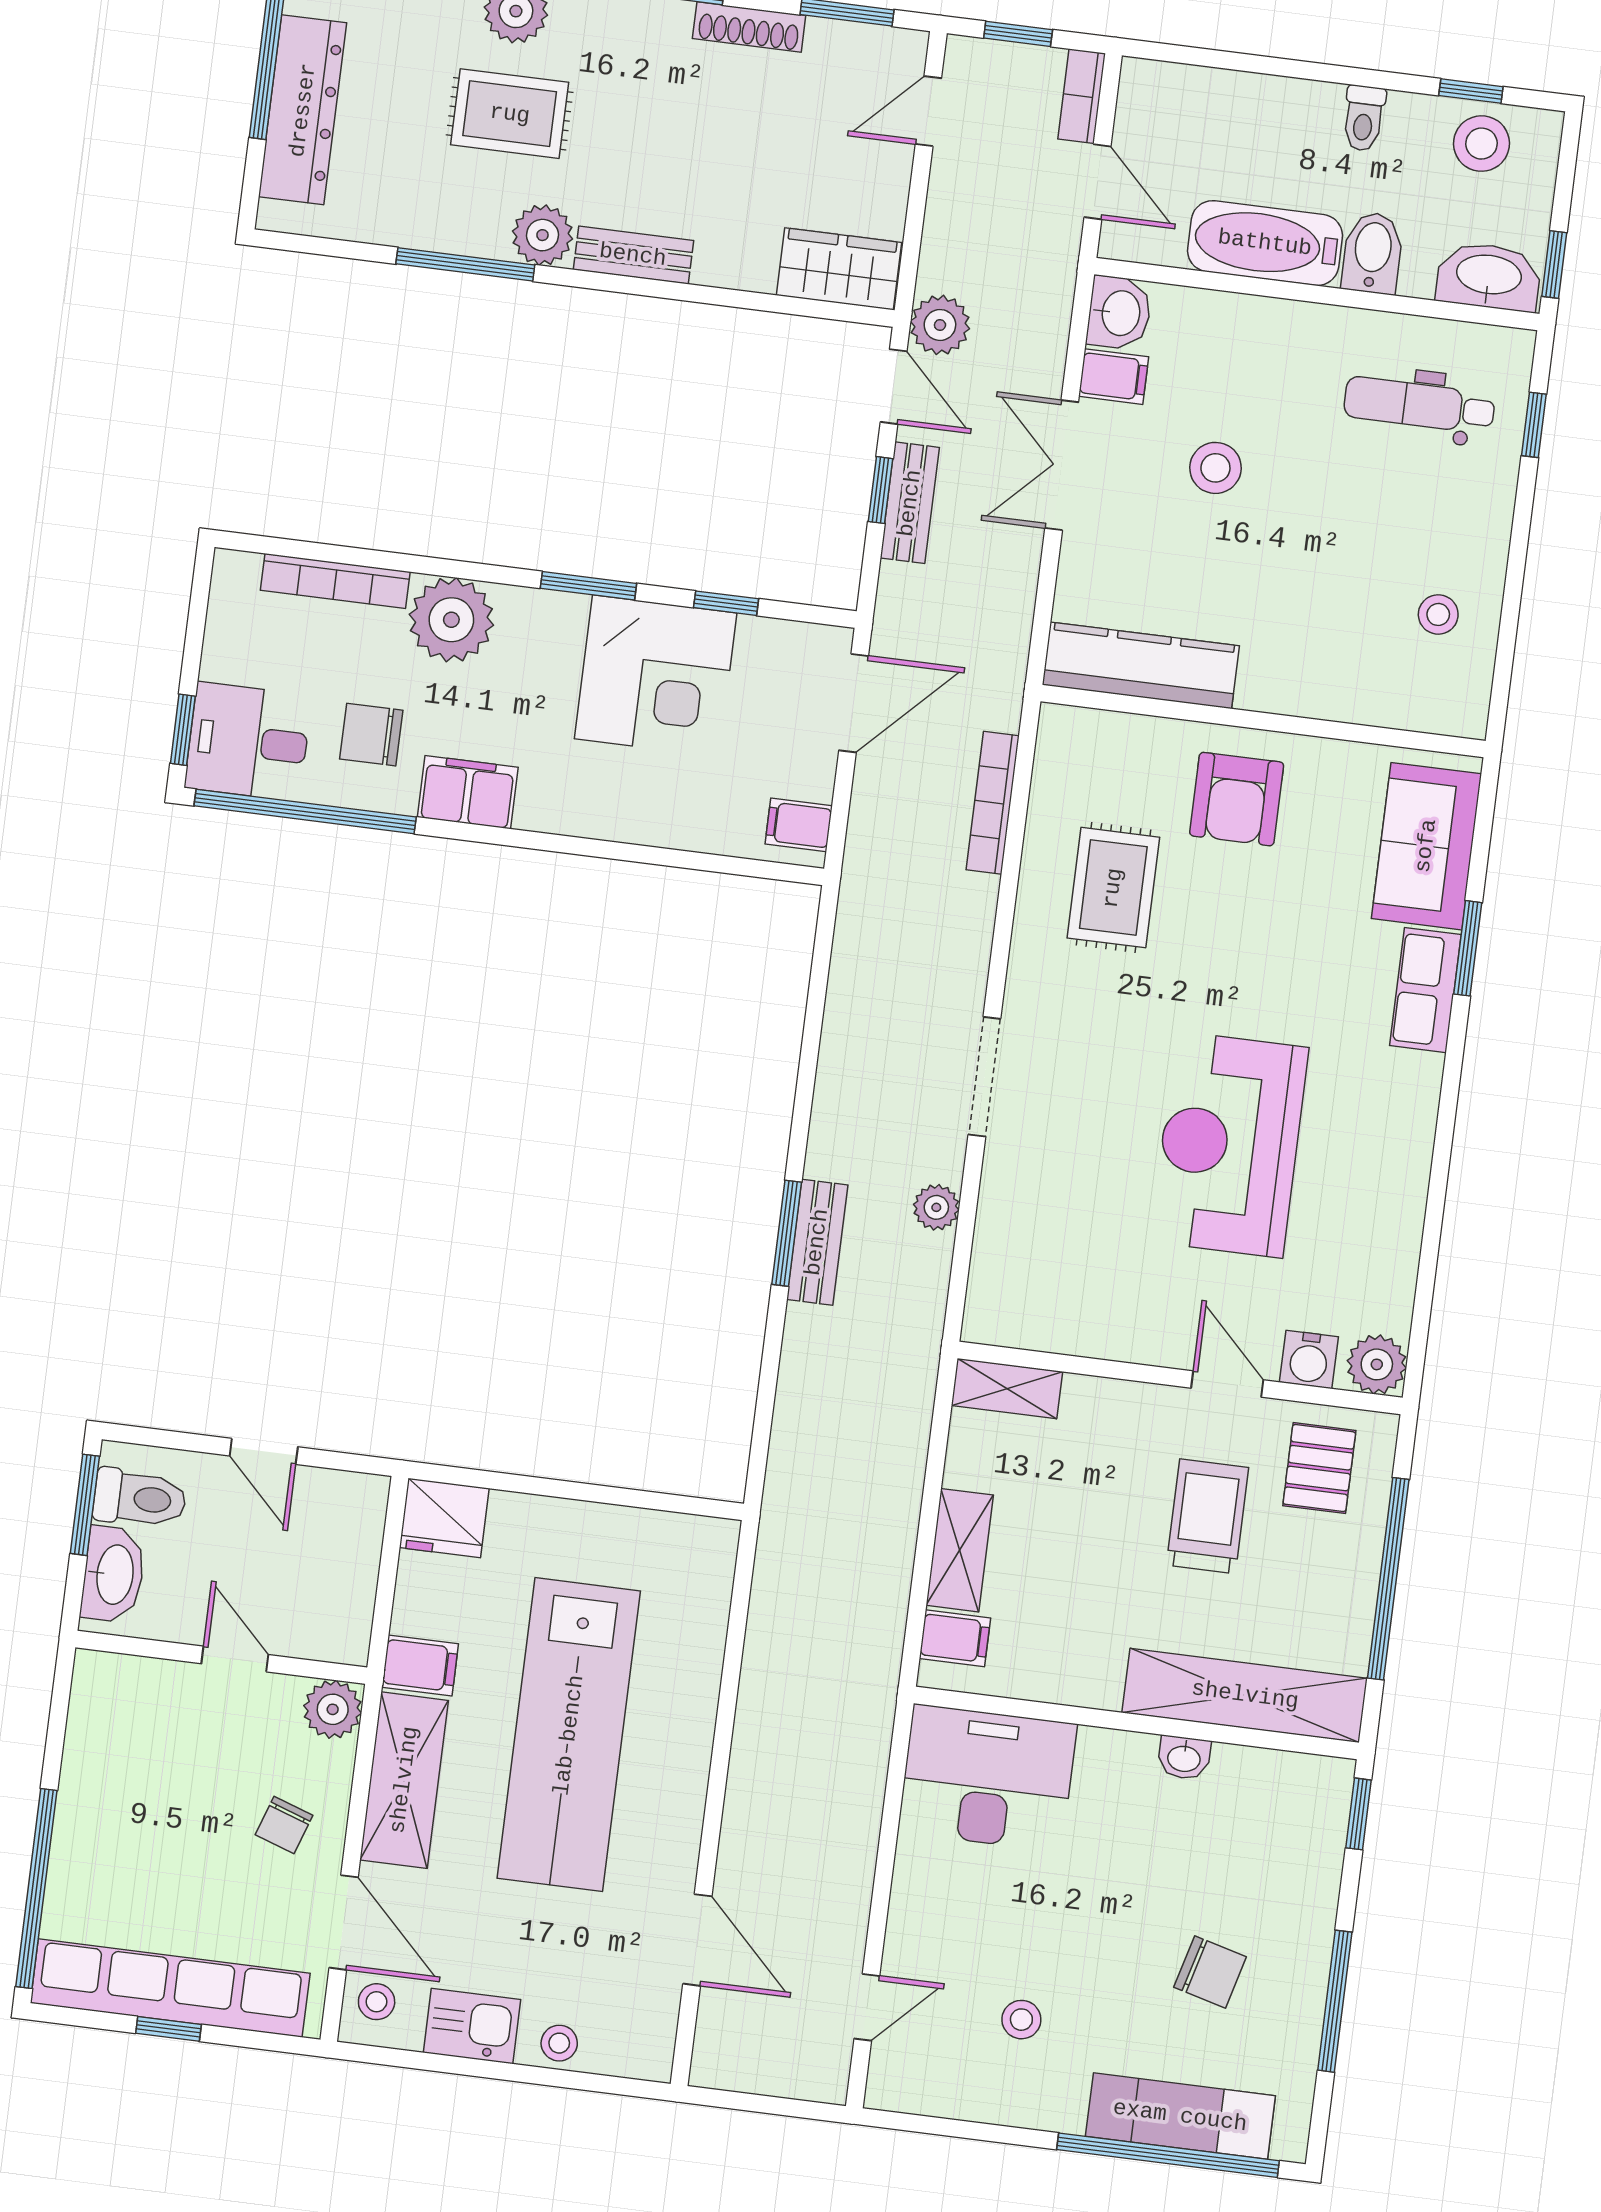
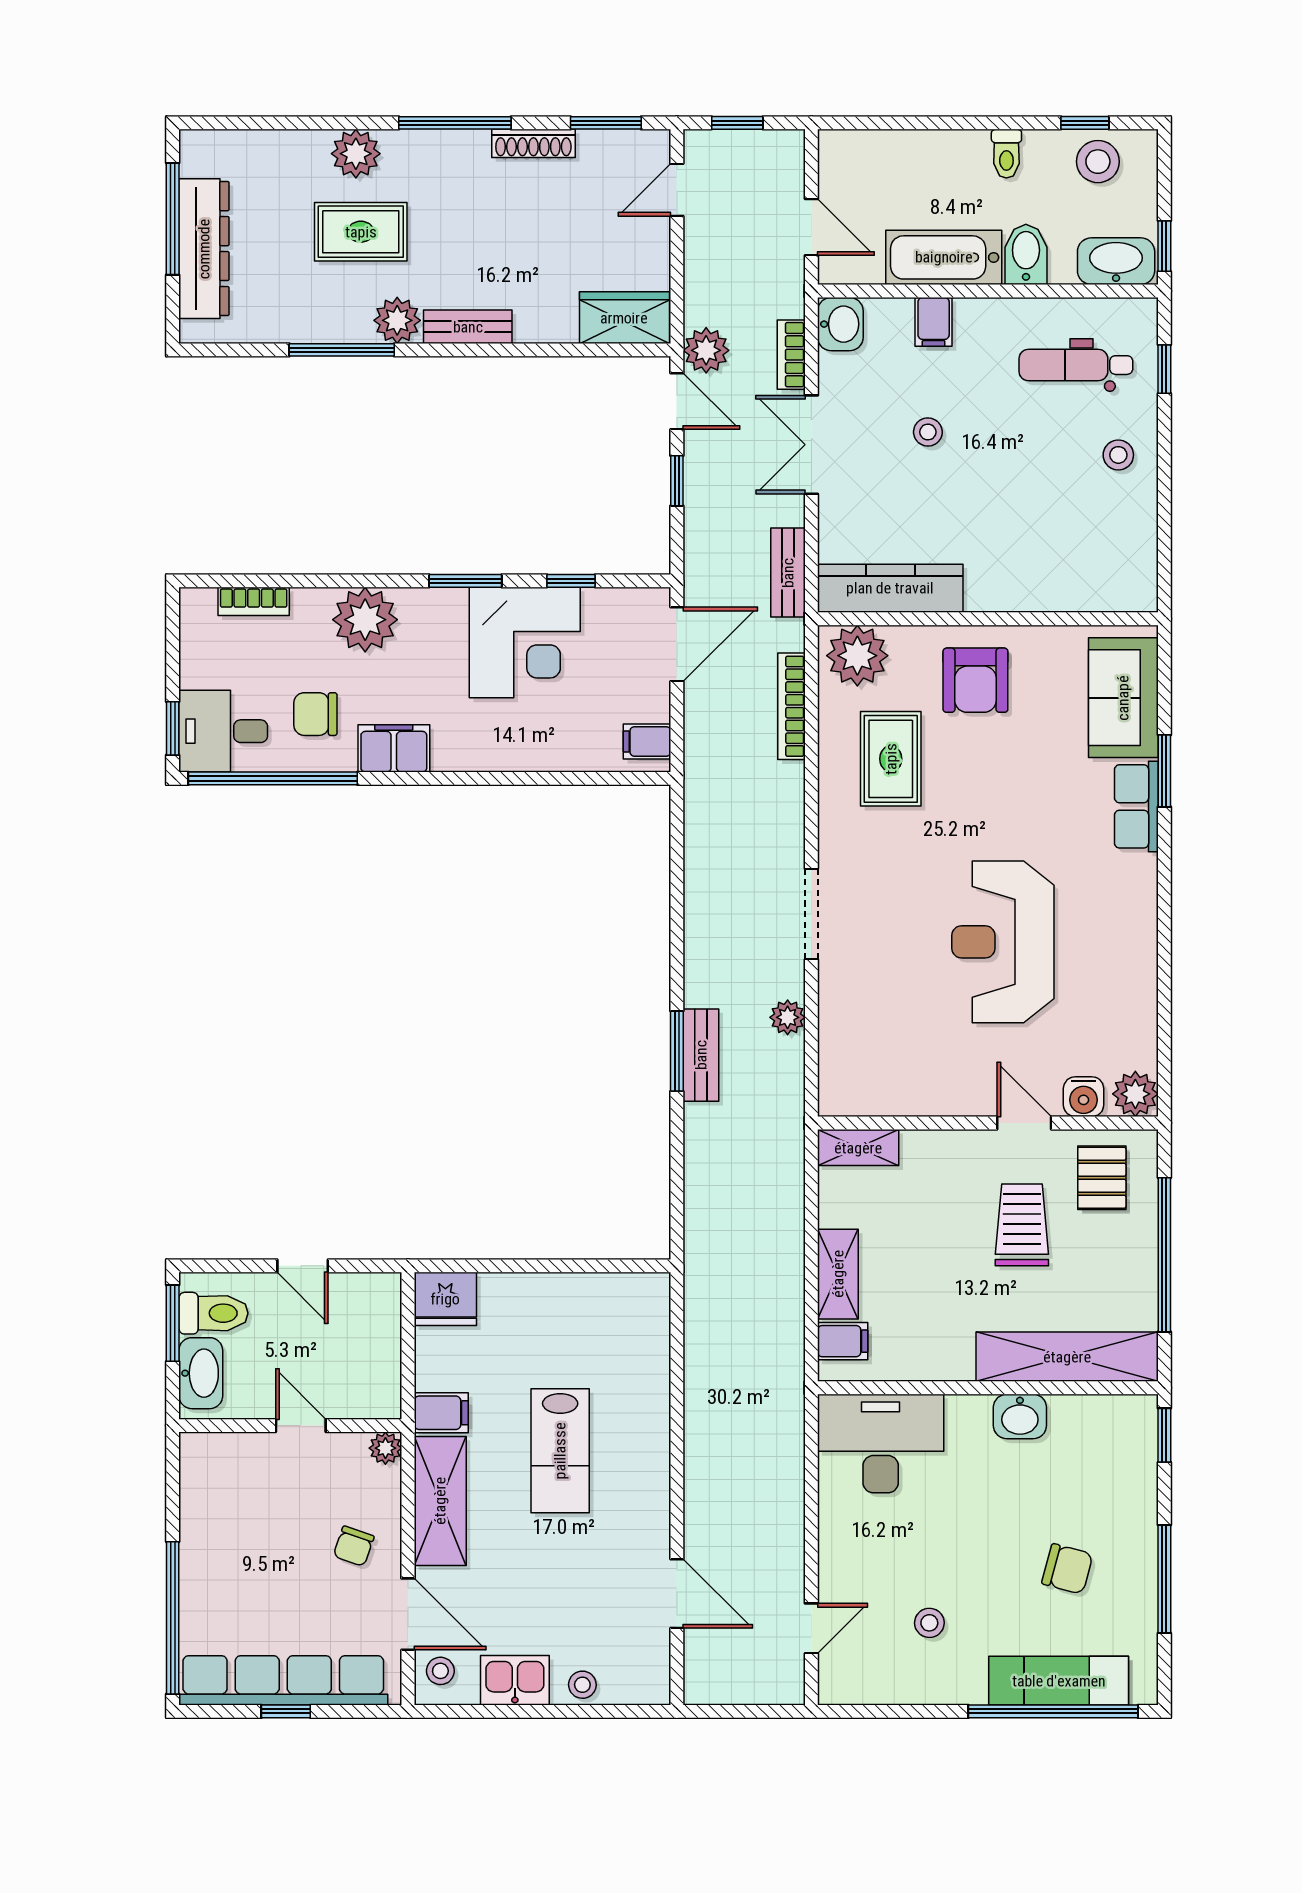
bookcase: (1082, 96) -> (791, 355), moved
filing cabinet: (1114, 377) -> (934, 322), moved, turned 90
stool: (1215, 468) -> (928, 432), width x0.73, depth x0.73
bench: (910, 503) -> (788, 573), moved
bookcase: (335, 581) -> (254, 601), width x0.64
stool: (1438, 614) -> (1118, 455), moved
plant: (1087, 748) -> (857, 656), added
plant: (333, 1709) -> (385, 1448), width x0.73, depth x0.73
lab bench: (569, 1735) -> (560, 1451), width x0.54, depth x0.72
washbasin: (1184, 1758) -> (1020, 1416), width x1.38, depth x1.45

